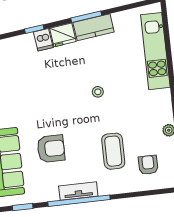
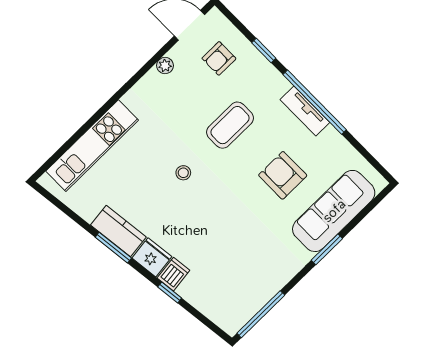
coffee table: (113, 151) -> (230, 125), moved
window: (23, 207) -> (264, 51), moved

